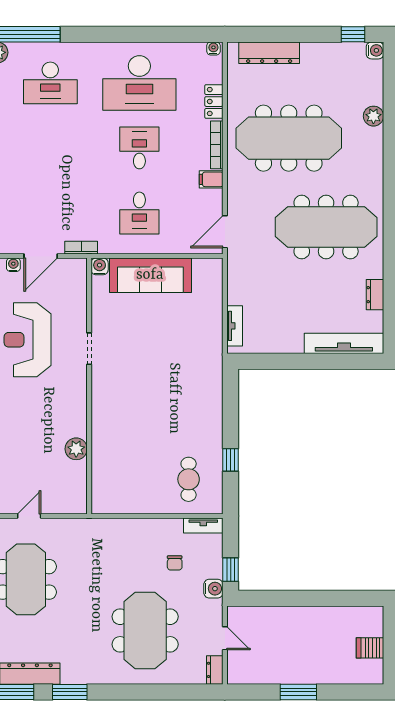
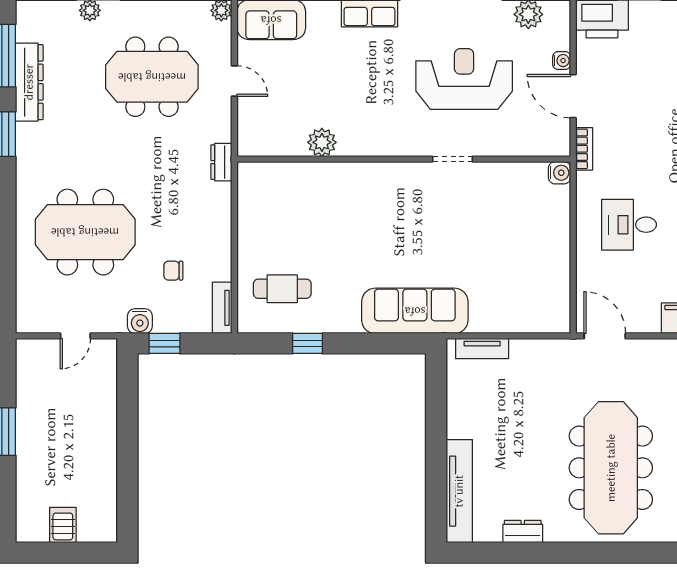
sofa: (150, 275) -> (415, 311), moved, turned 90
dresser: (215, 670) -> (221, 162), moved, turned -90

